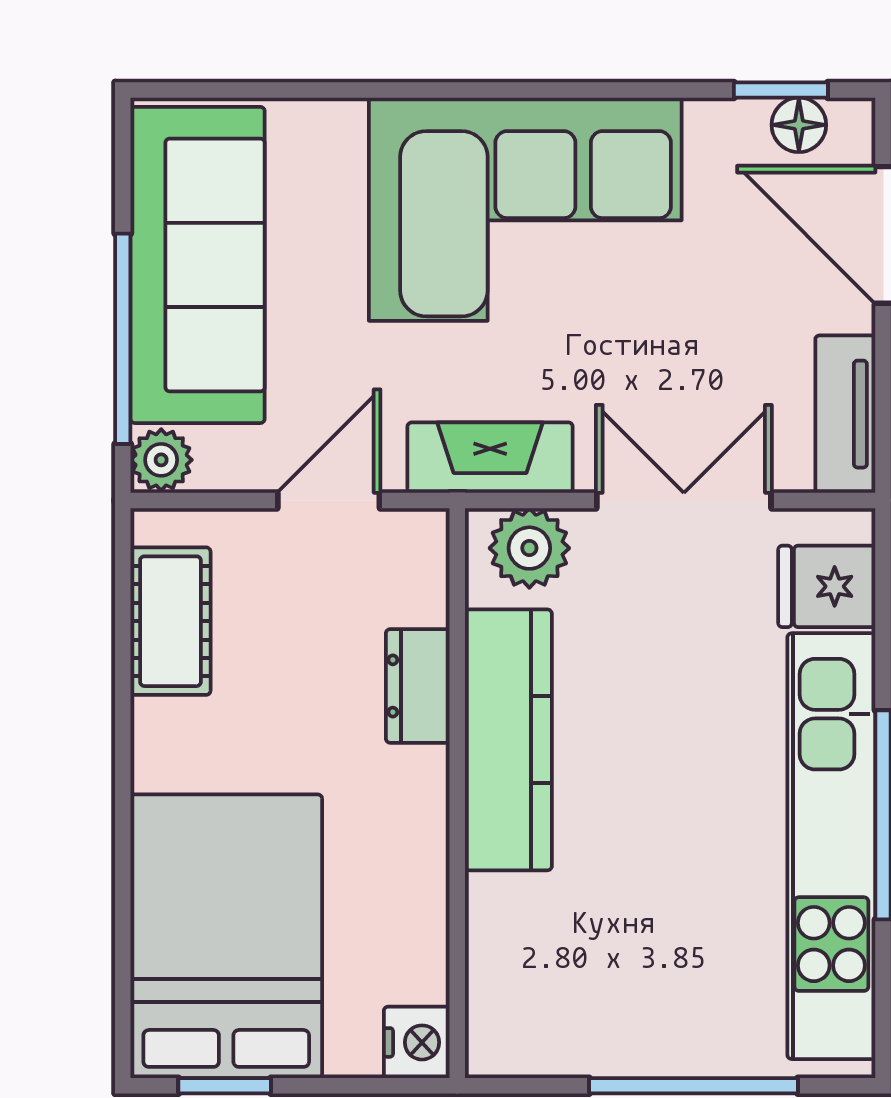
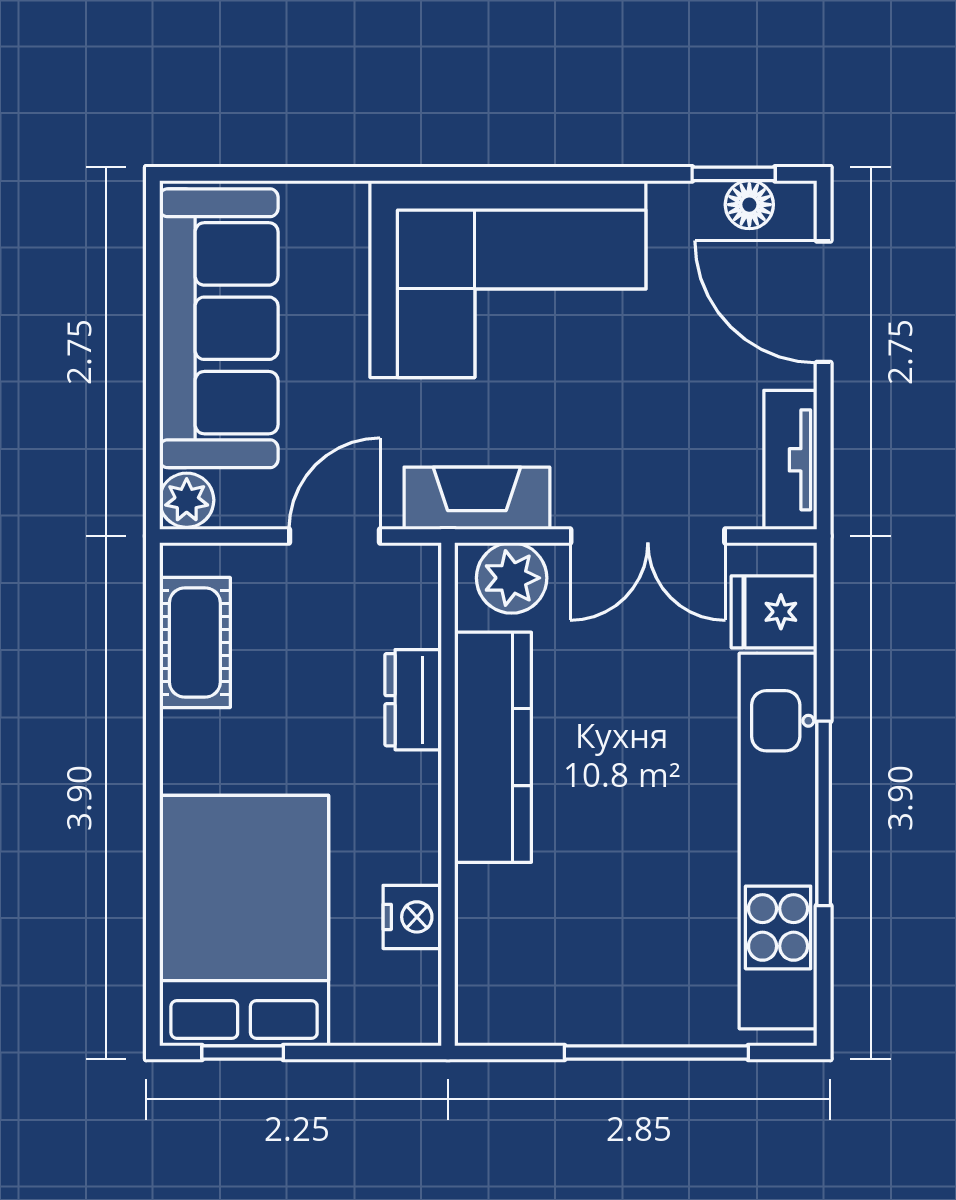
window: (123, 339) -> (153, 393), removed
double door: (684, 500) -> (648, 536), swing flipped
nightstand: (417, 1042) -> (412, 917), moved

